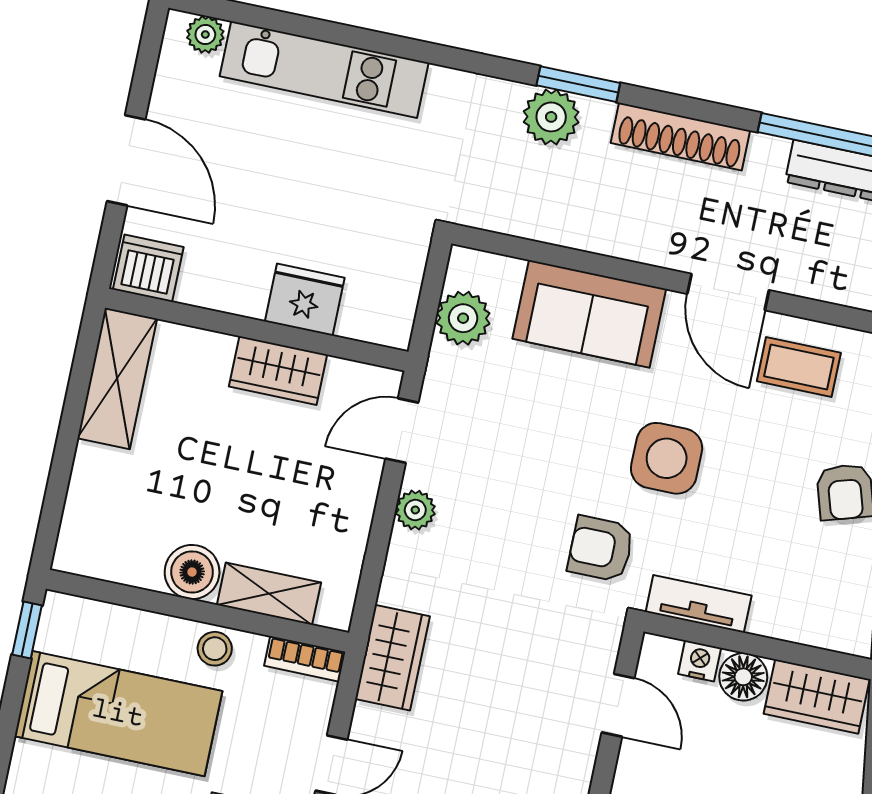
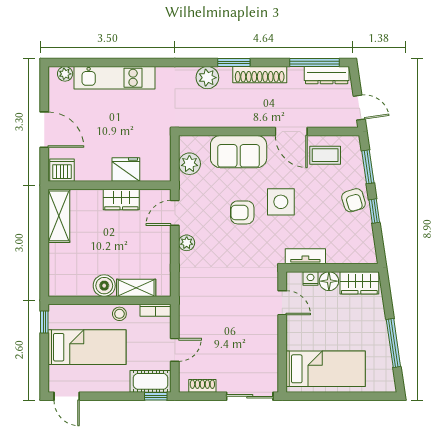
window: (578, 84) -> (234, 62), moved
armchair: (601, 549) -> (242, 212), moved
wardrobe: (392, 658) -> (190, 303), removed

